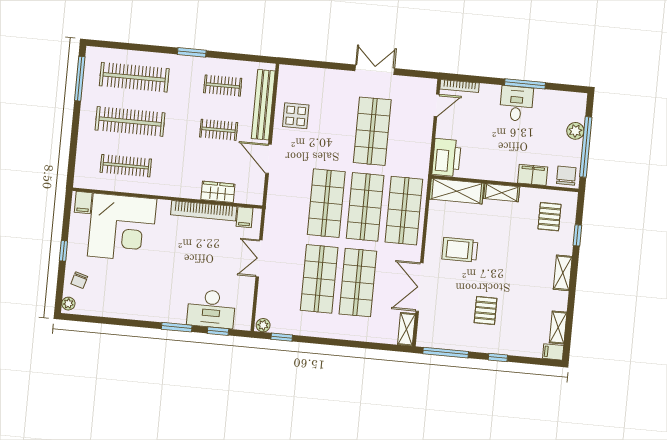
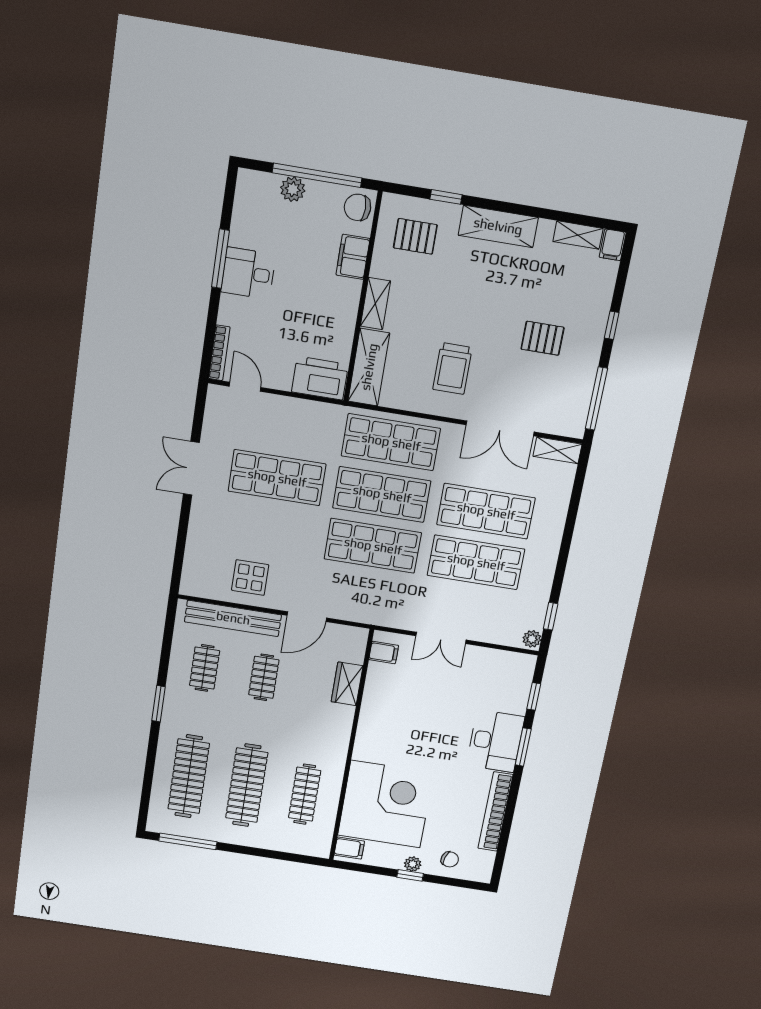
bookcase: (204, 211) -> (495, 812), moved, turned 180
shelving: (563, 273) -> (498, 226), width x1.50, depth x1.33
plant: (68, 304) -> (413, 864), moved
desk: (211, 309) -> (495, 741), moved

